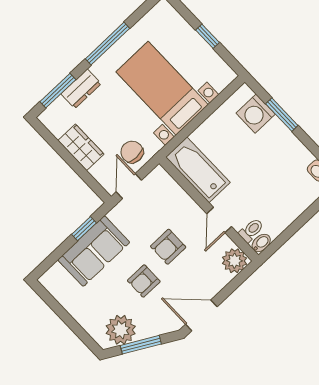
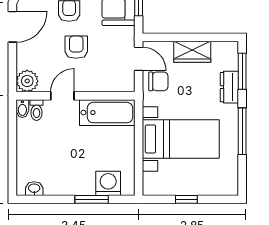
door: (219, 220) -> (62, 96), hinge flipped

